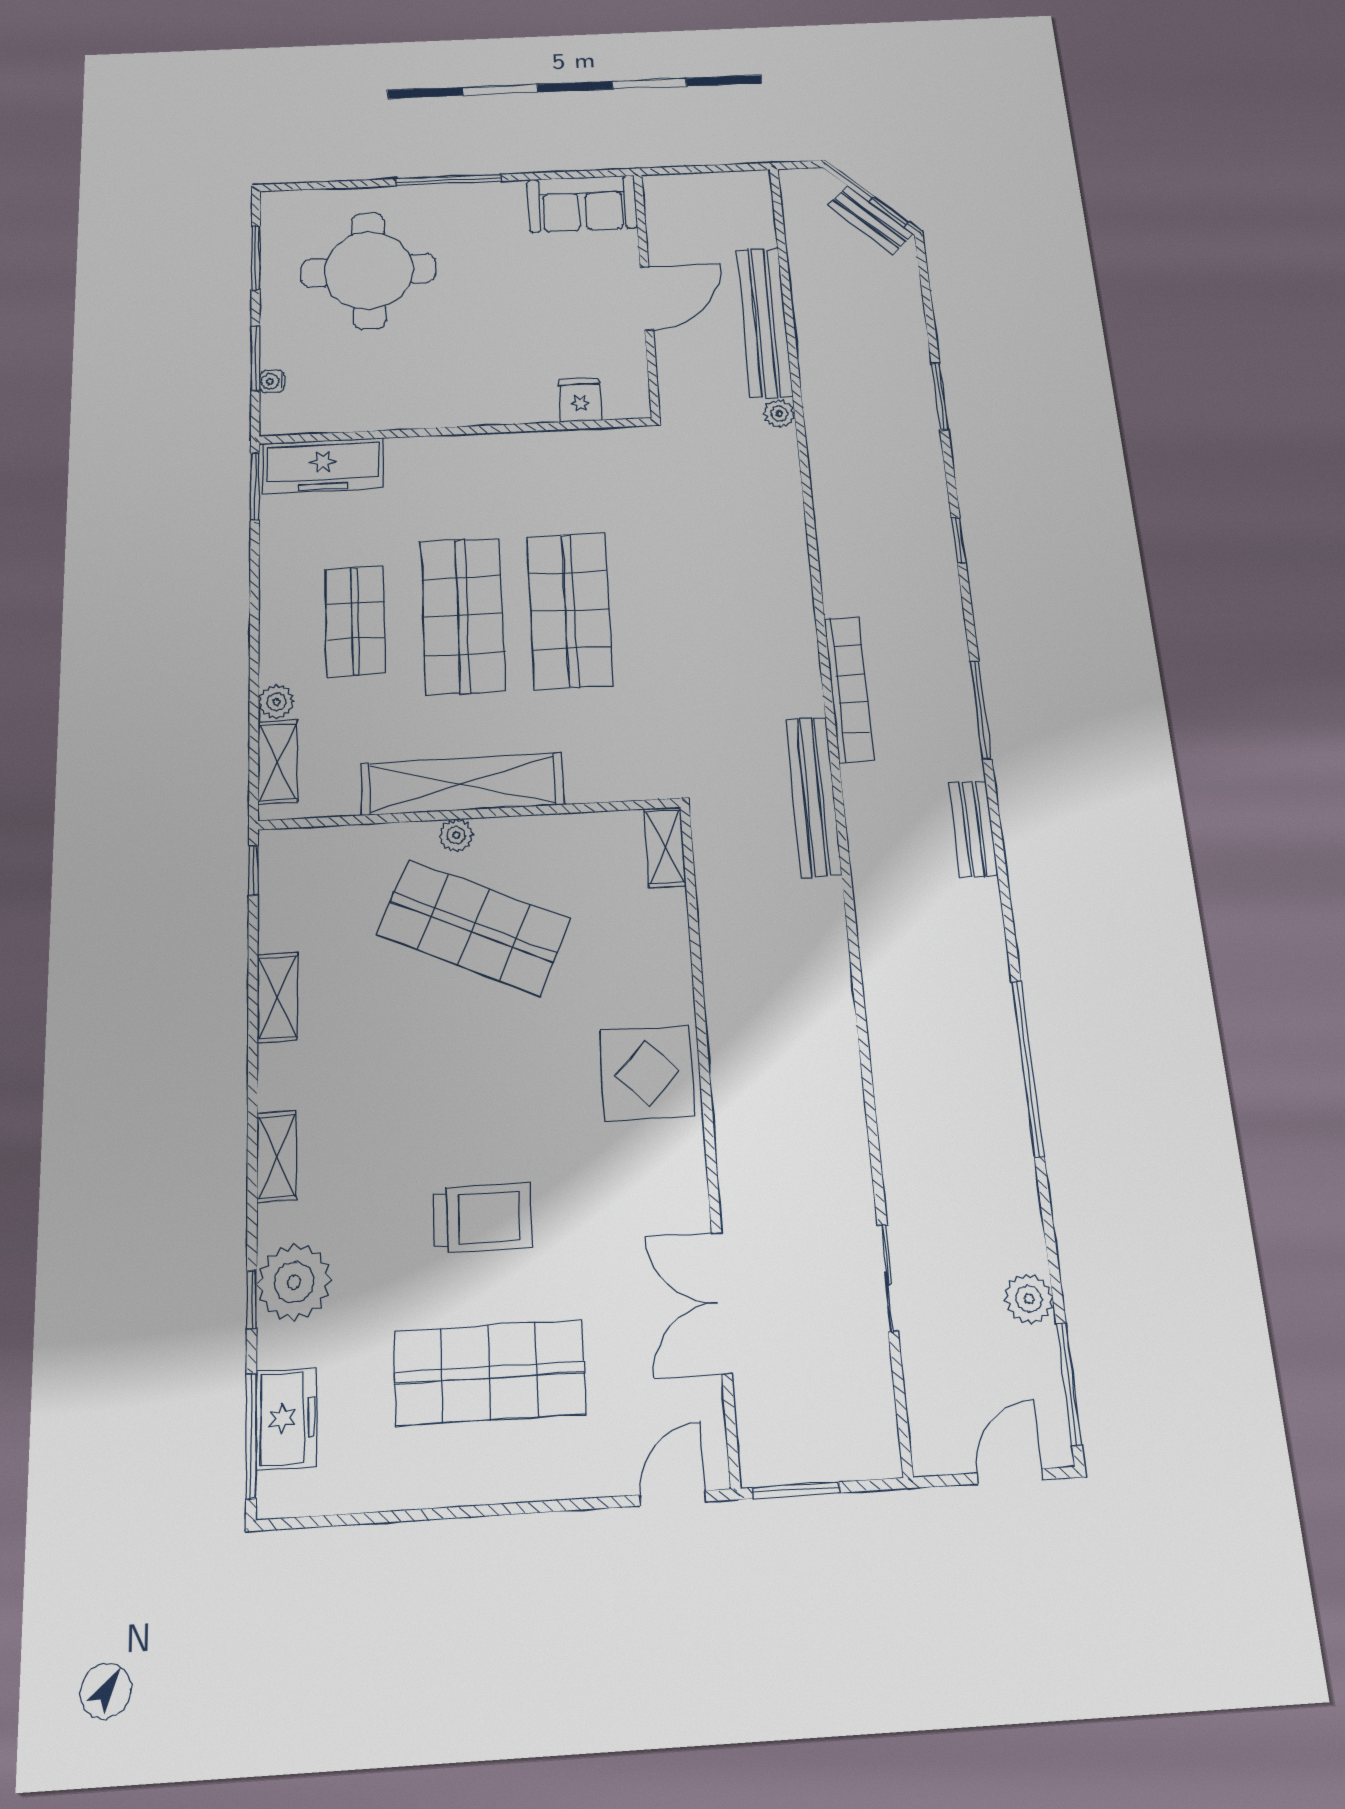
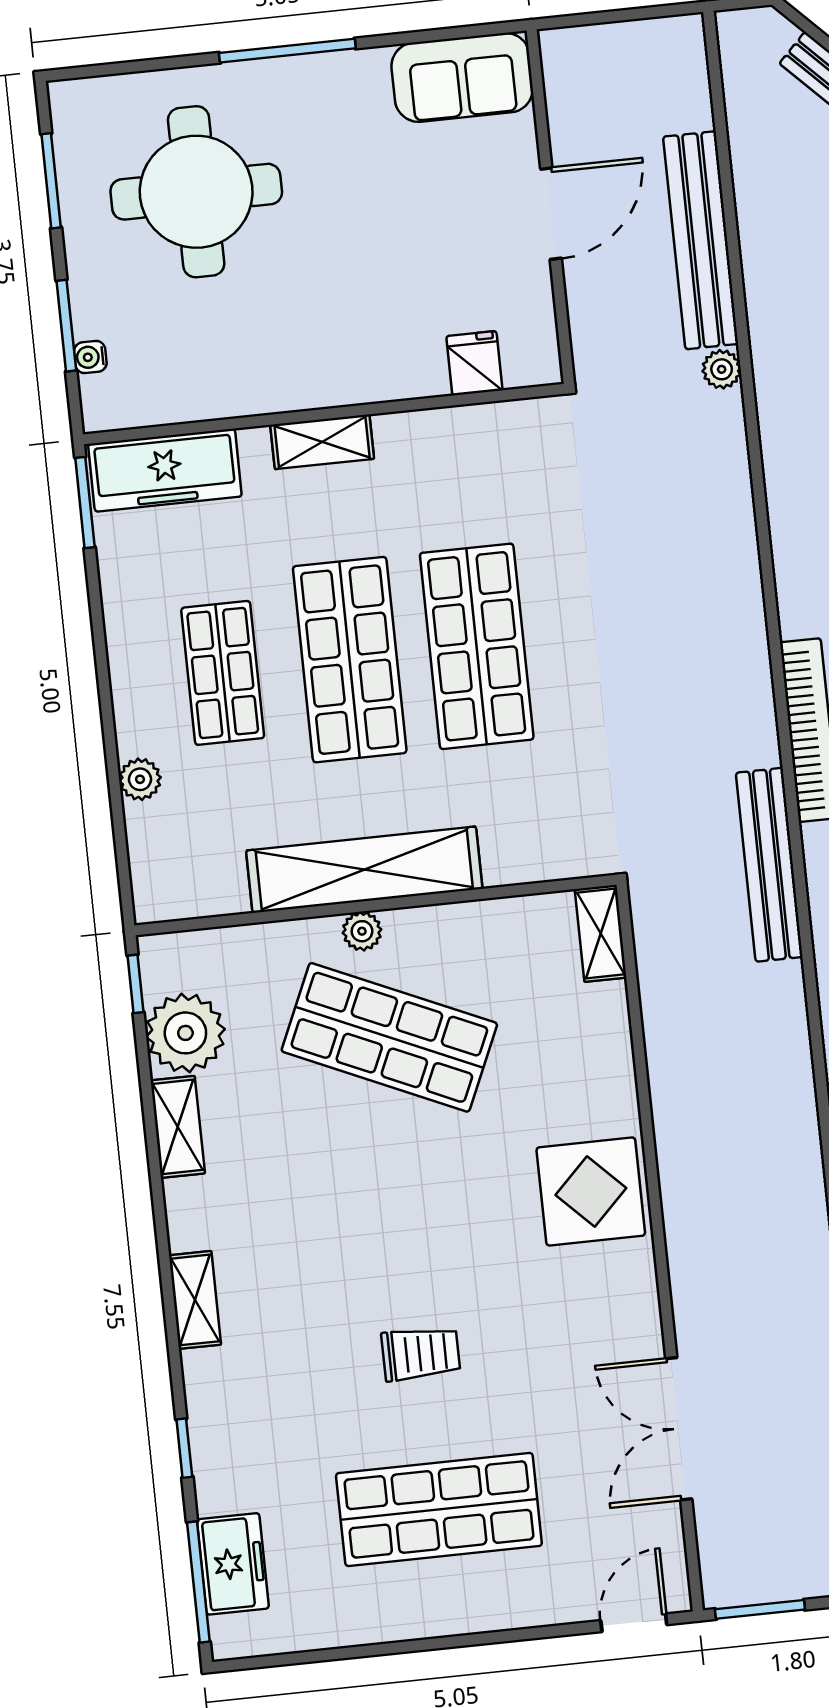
shelving: (278, 762) -> (322, 442), moved, turned 90
trolley: (482, 1218) -> (421, 1354), width x0.73, depth x0.72
plant: (294, 1282) -> (185, 1033), moved

